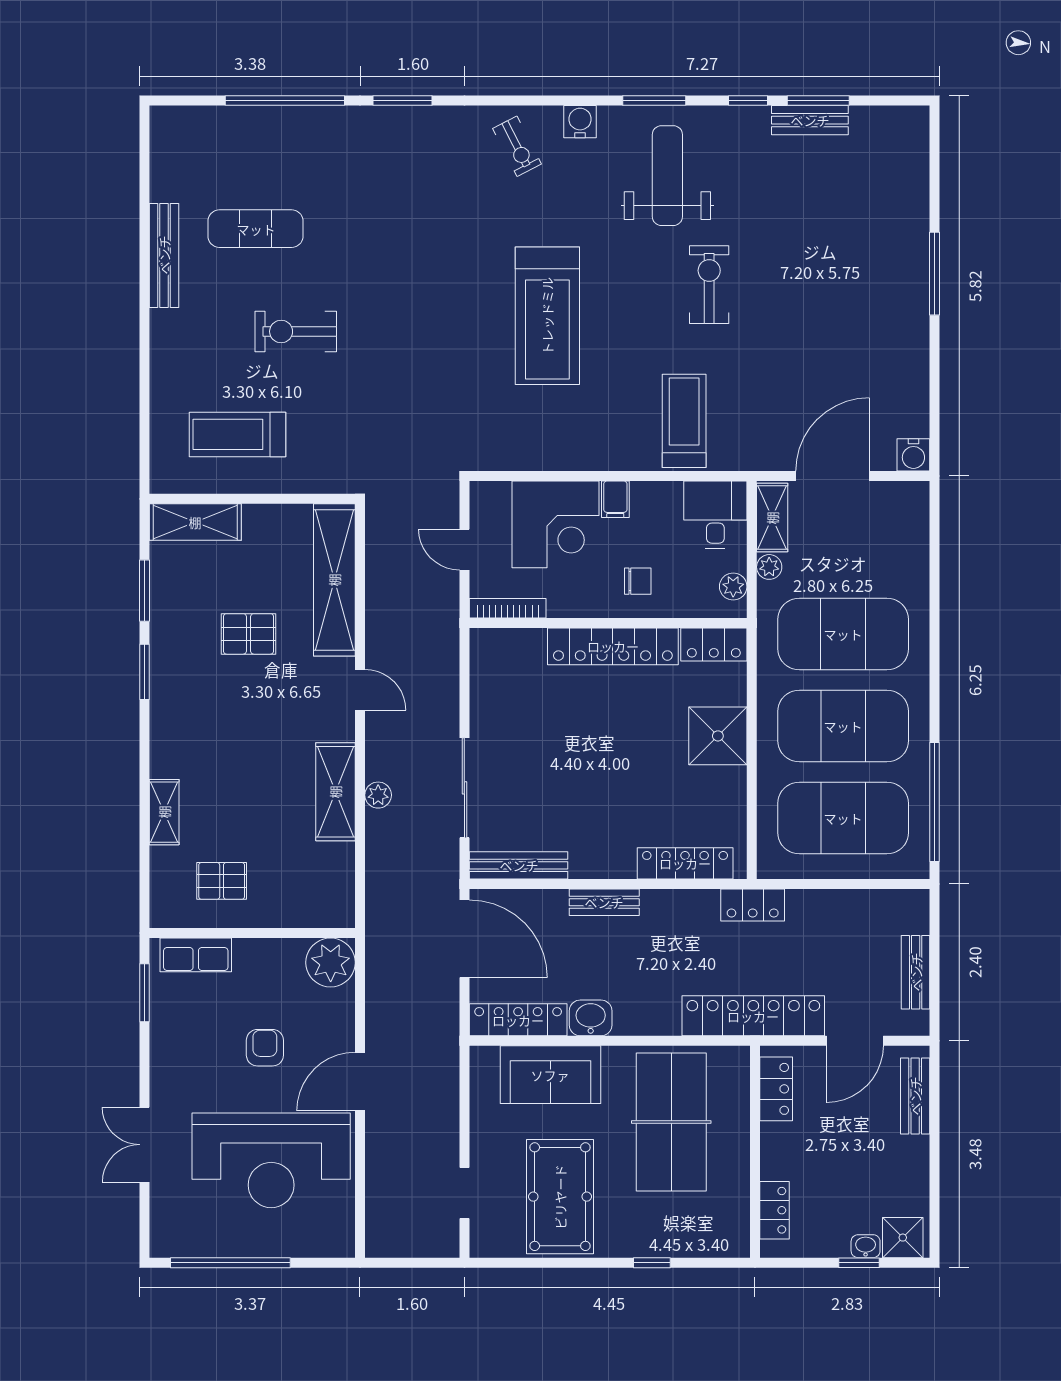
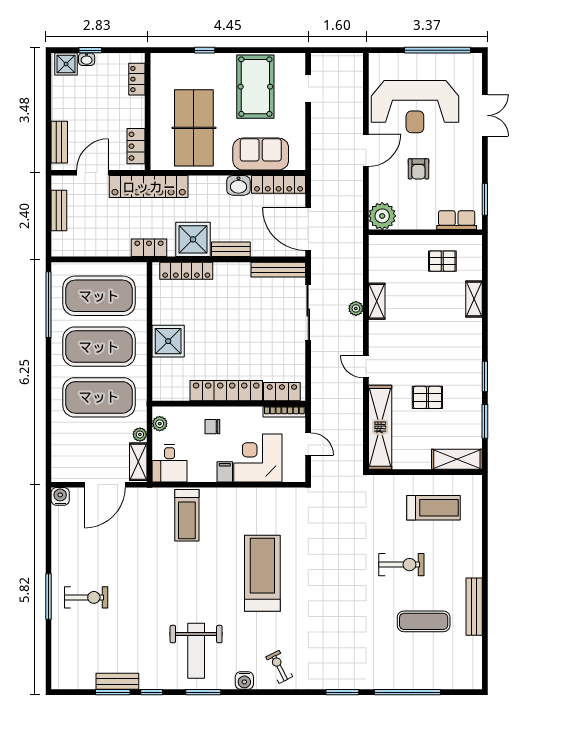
exercise bike: (709, 285) -> (86, 597), moved, turned -90
locker: (714, 644) -> (282, 392), moved
shelving: (335, 792) -> (377, 301), width x0.67, depth x0.75
shower: (673, 920) -> (193, 239), added
reception desk: (271, 1160) -> (415, 107), turned 180

